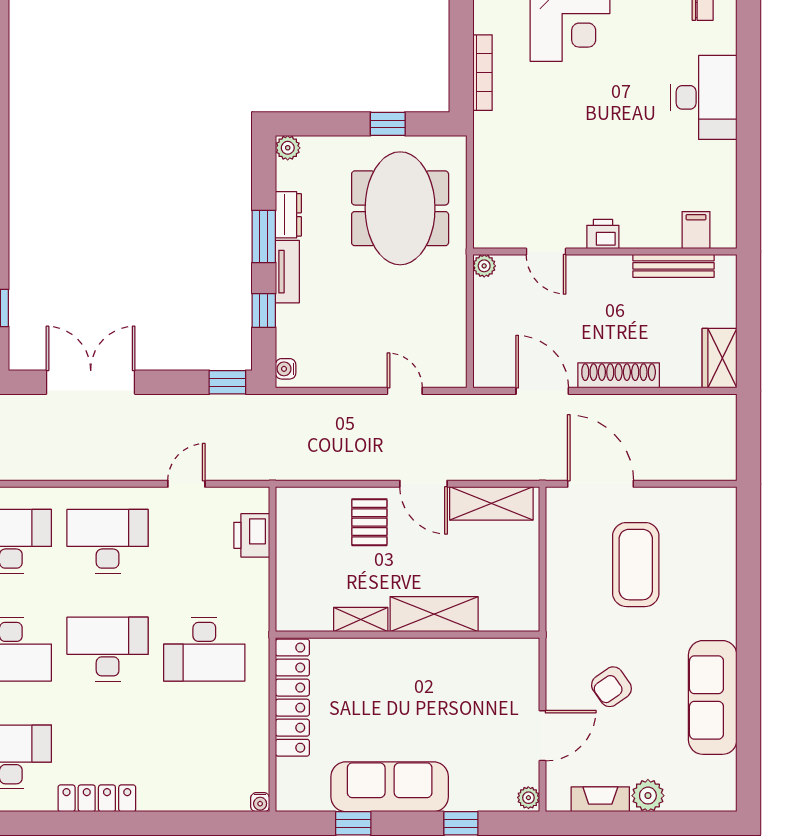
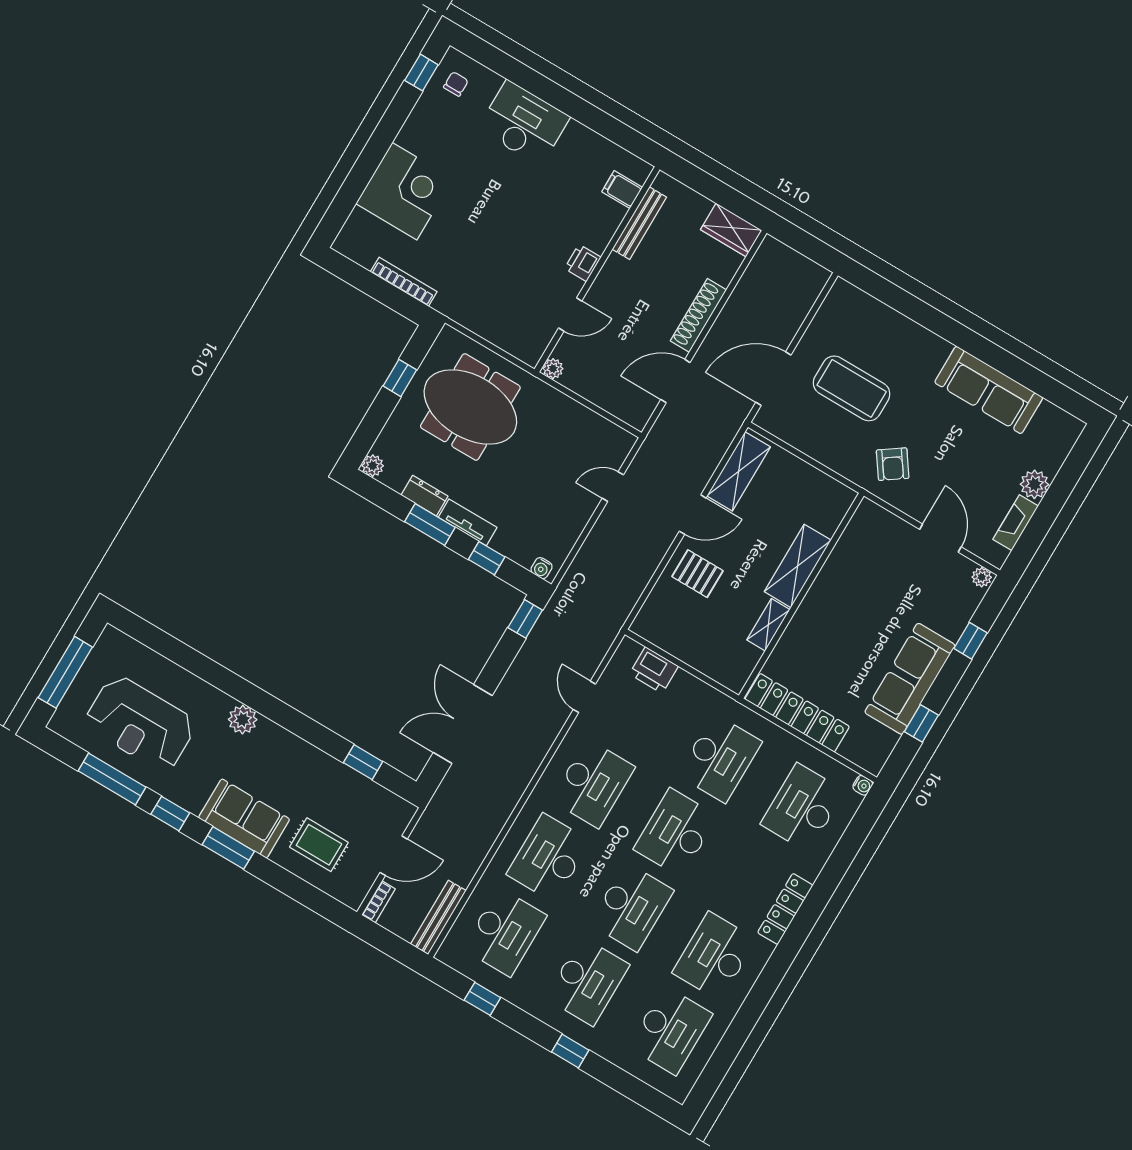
desk: (108, 541) -> (593, 784), turned 180
armchair: (611, 687) -> (893, 464), moved
desk: (204, 757) -> (803, 808), added

